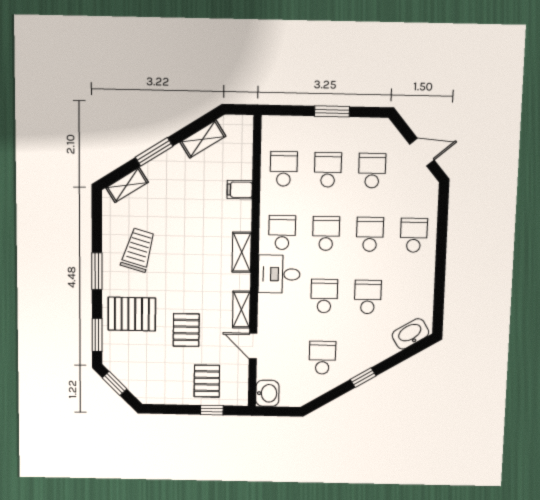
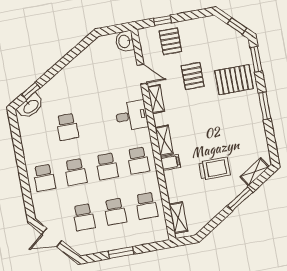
shelving: (203, 139) -> (178, 218), moved, turned -58
filing cabinet: (240, 190) -> (170, 162), moved
trolley: (138, 250) -> (214, 169), moved, turned -106
desk: (279, 274) -> (132, 116), moved
school desk: (324, 296) -> (99, 121), removed
school desk: (322, 358) -> (90, 76), removed
window: (363, 378) -> (31, 91), moved

